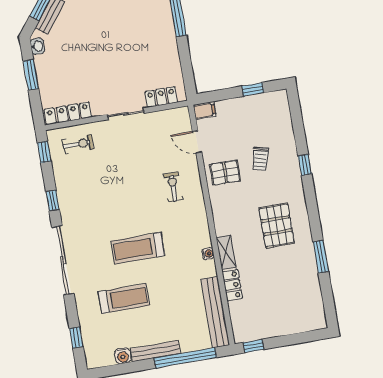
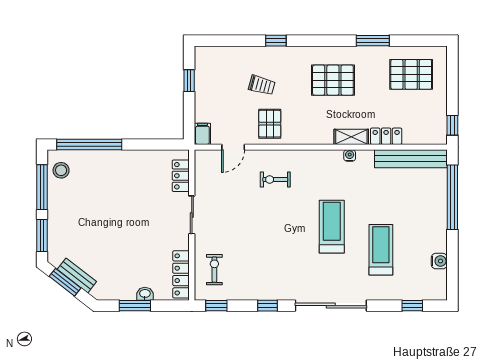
washbasin: (37, 46) -> (145, 294), moved
treadmill: (138, 248) -> (332, 227), turned 180
pallet: (295, 299) -> (411, 74), added
bench: (155, 351) -> (440, 227), removed

